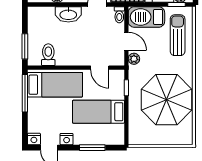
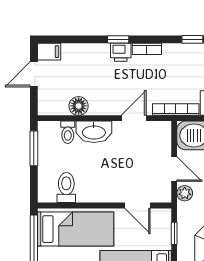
toilet: (119, 15) -> (68, 132), moved
window: (25, 46) -> (34, 148), moved

